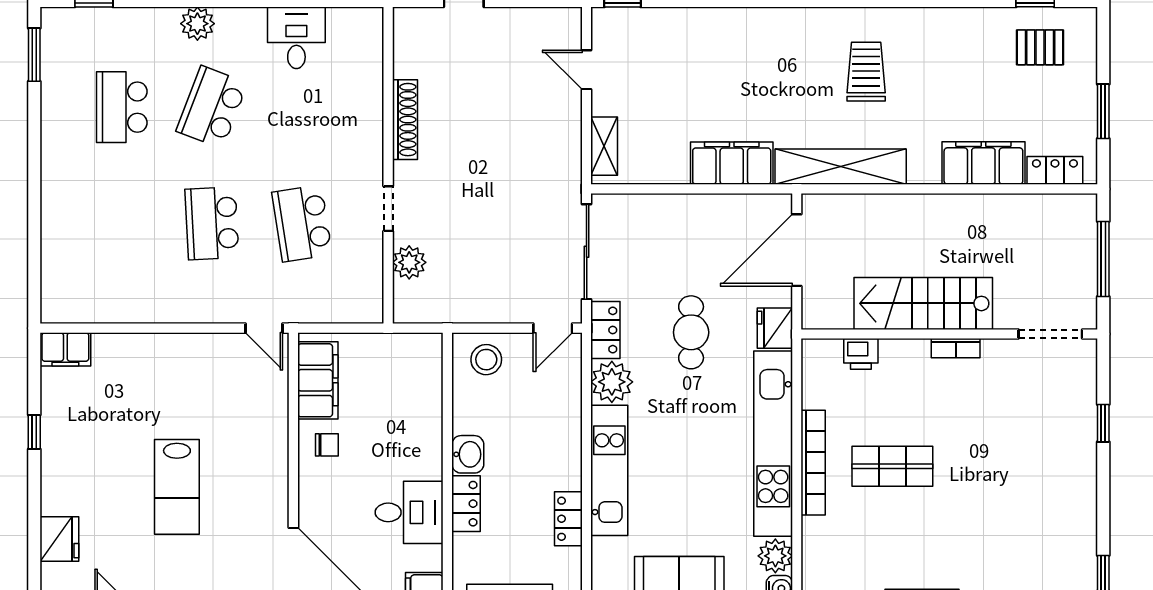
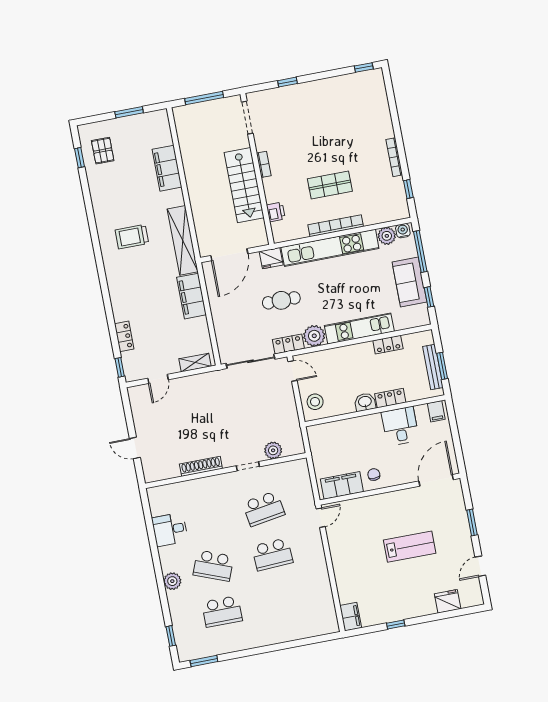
locker: (1055, 170) -> (124, 336), moved, turned 180
door: (797, 250) -> (229, 255), hinge flipped
shop shelf: (892, 466) -> (330, 185), turned 90

